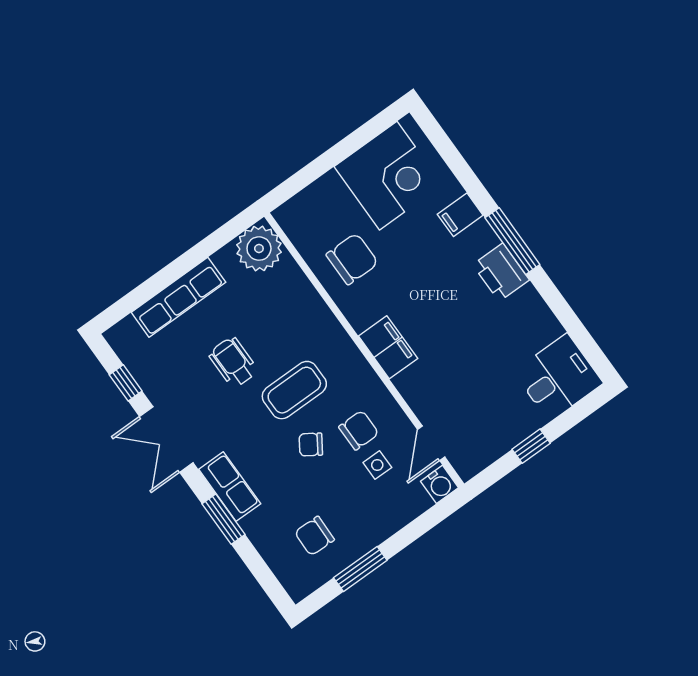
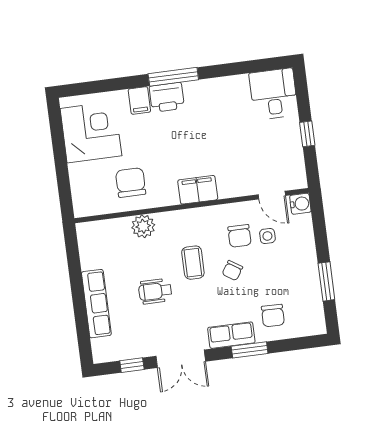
plant: (259, 249) -> (143, 226), moved, width x0.73, depth x0.73
printer: (501, 272) -> (167, 97), moved
coffee table: (294, 390) -> (193, 263), width x0.73, depth x0.77
chair: (359, 430) -> (240, 236), turned 180
chair: (314, 536) -> (273, 316), moved

